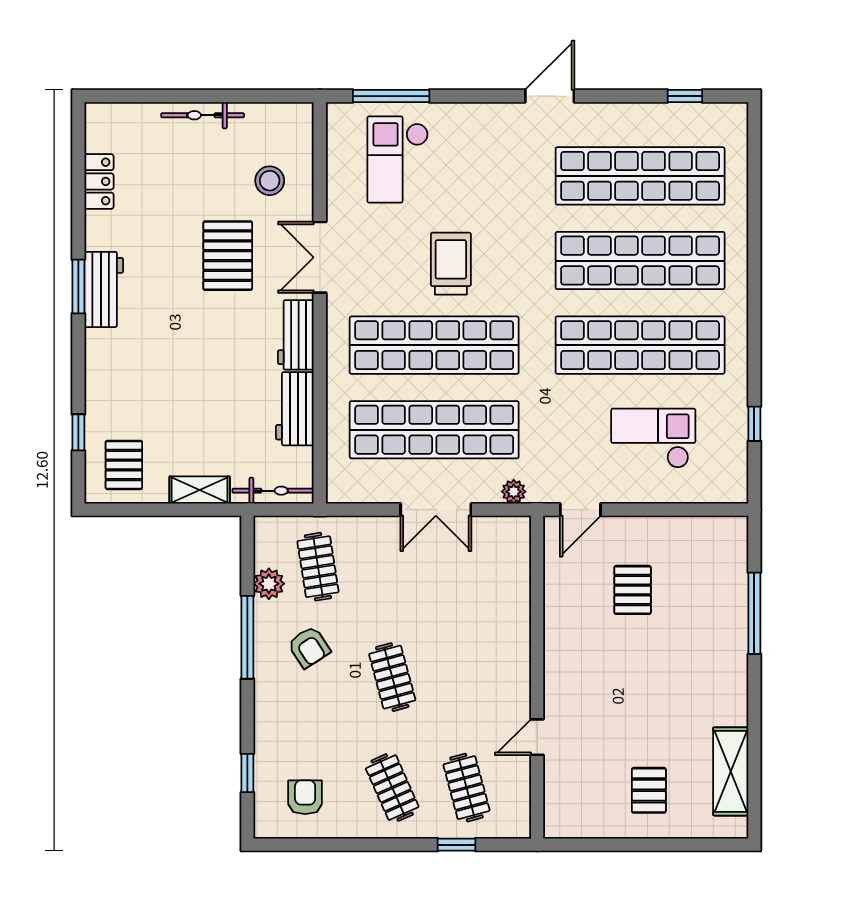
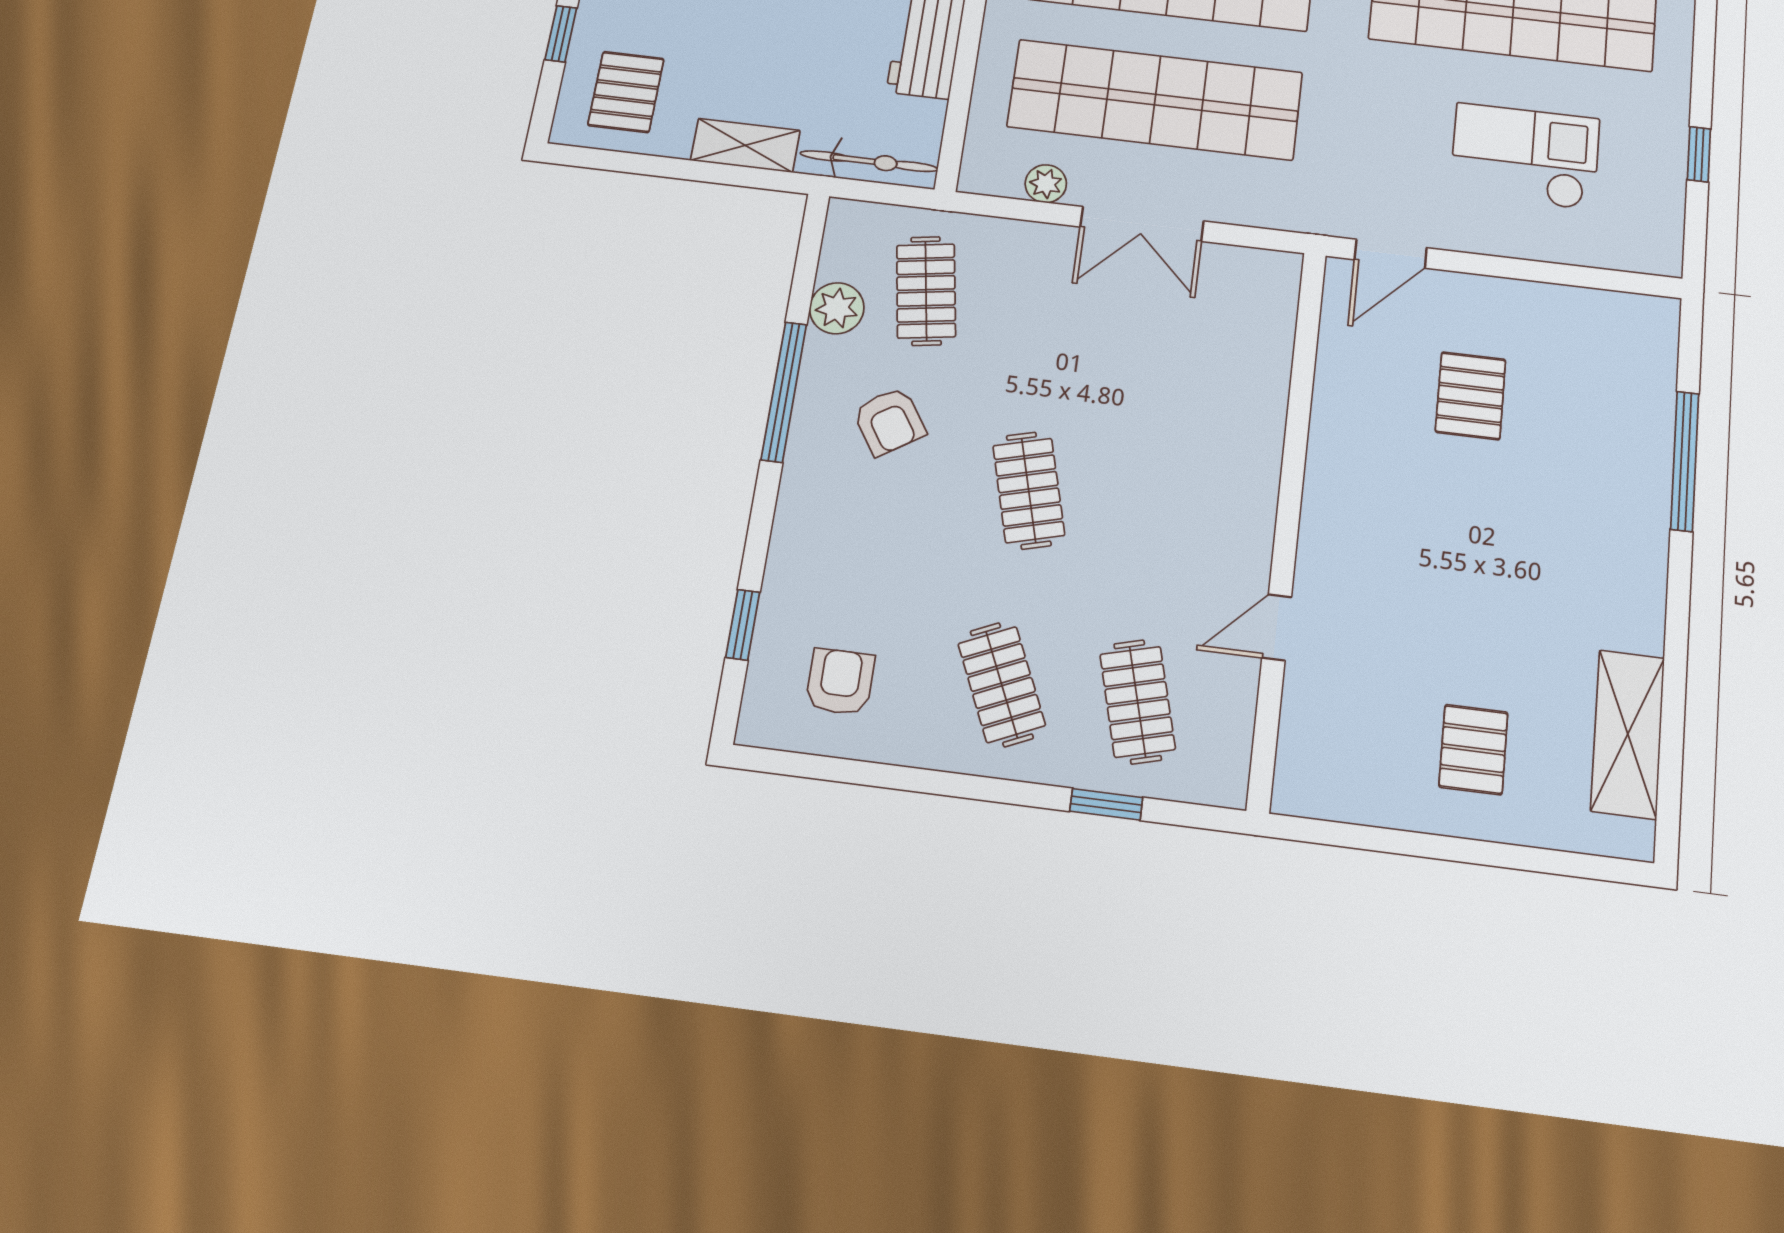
plant: (514, 492) -> (1046, 184), moved

